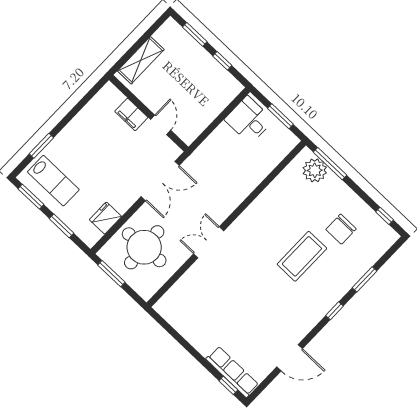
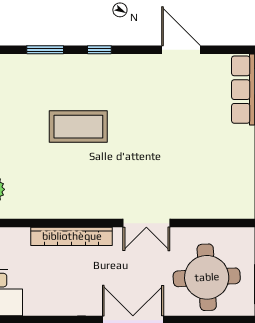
bookcase: (242, 192) -> (72, 236), added
chair: (341, 229) -> (20, 115), removed

